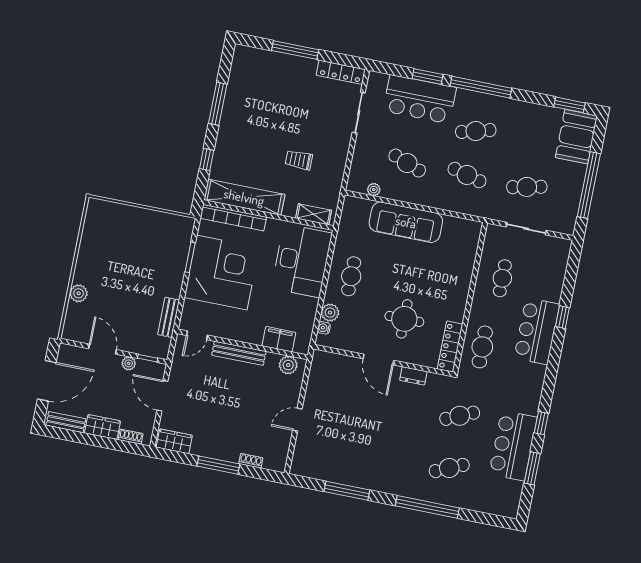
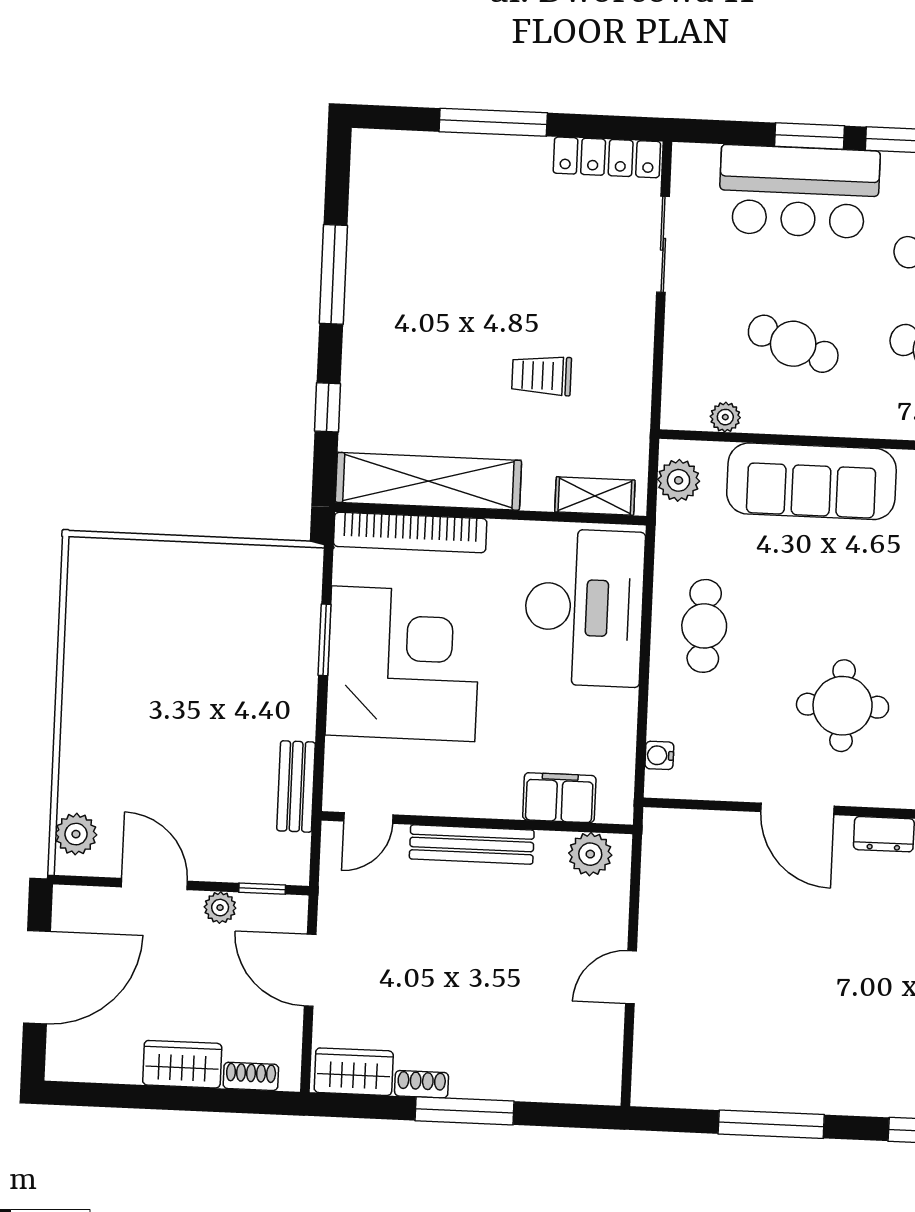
plant: (79, 293) -> (76, 834), moved
plant: (330, 313) -> (679, 480), moved
bench: (66, 422) -> (96, 1066), removed
shoe rack: (251, 461) -> (422, 1084), moved

